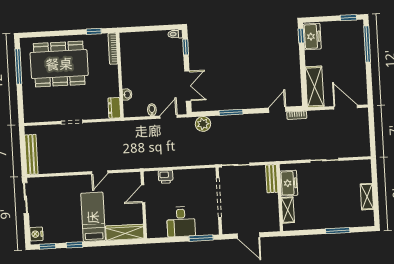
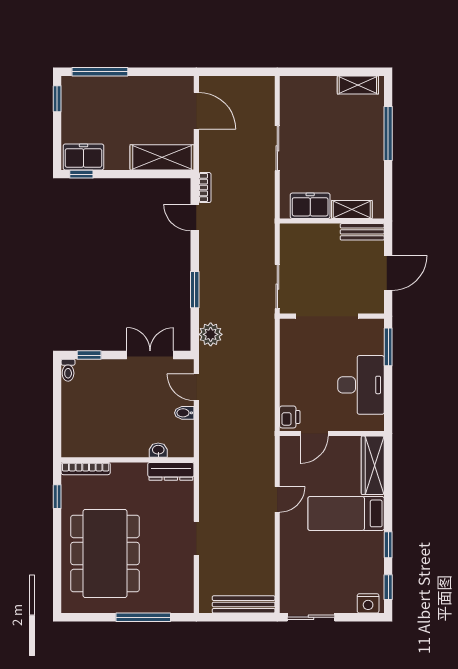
window: (18, 67) -> (143, 617), moved
door: (346, 107) -> (196, 111), swing flipped
dresser: (114, 108) -> (171, 471), width x1.44
door: (100, 172) -> (277, 499), hinge flipped
printer: (166, 177) -> (290, 417), moved
bench: (272, 179) -> (362, 232), moved
door: (143, 194) -> (314, 434), hinge flipped
shelving: (367, 197) -> (358, 85), moved
desk: (181, 222) -> (361, 385), width x1.37
window: (338, 231) -> (388, 134), width x1.44

